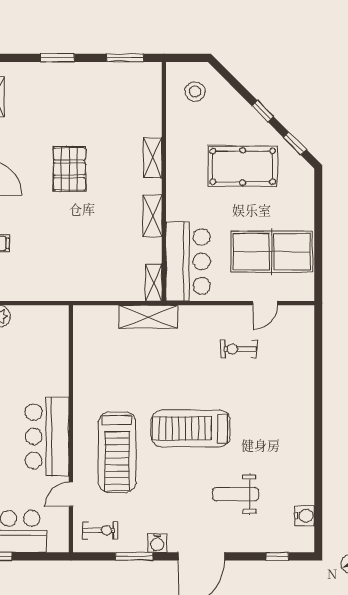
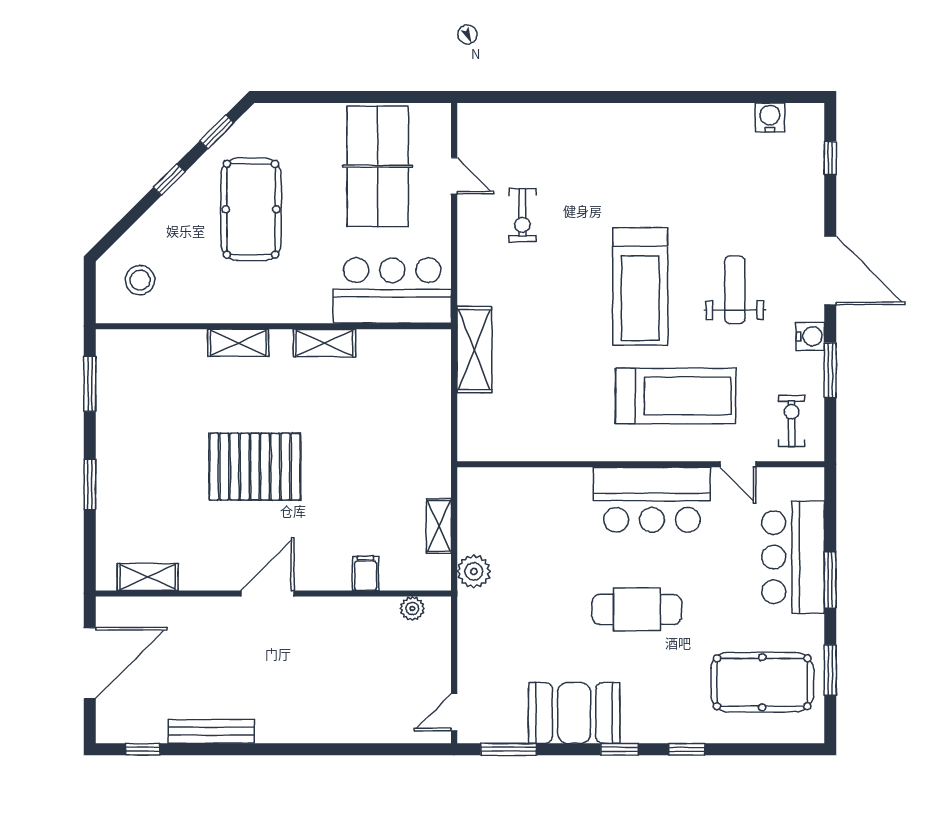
pallet: (69, 169) -> (255, 467), width x1.37, depth x1.41
shelving: (154, 283) -> (439, 526), moved, turned 90
weight bench: (236, 494) -> (735, 290), moved, turned 180

